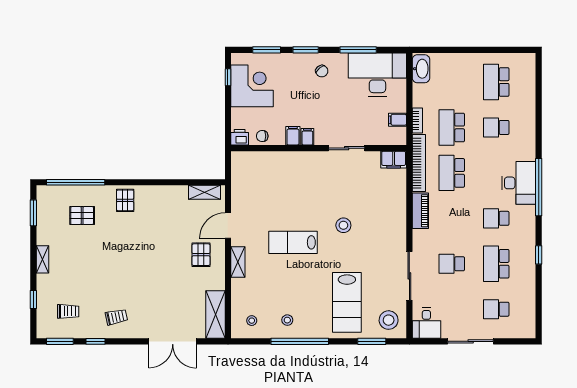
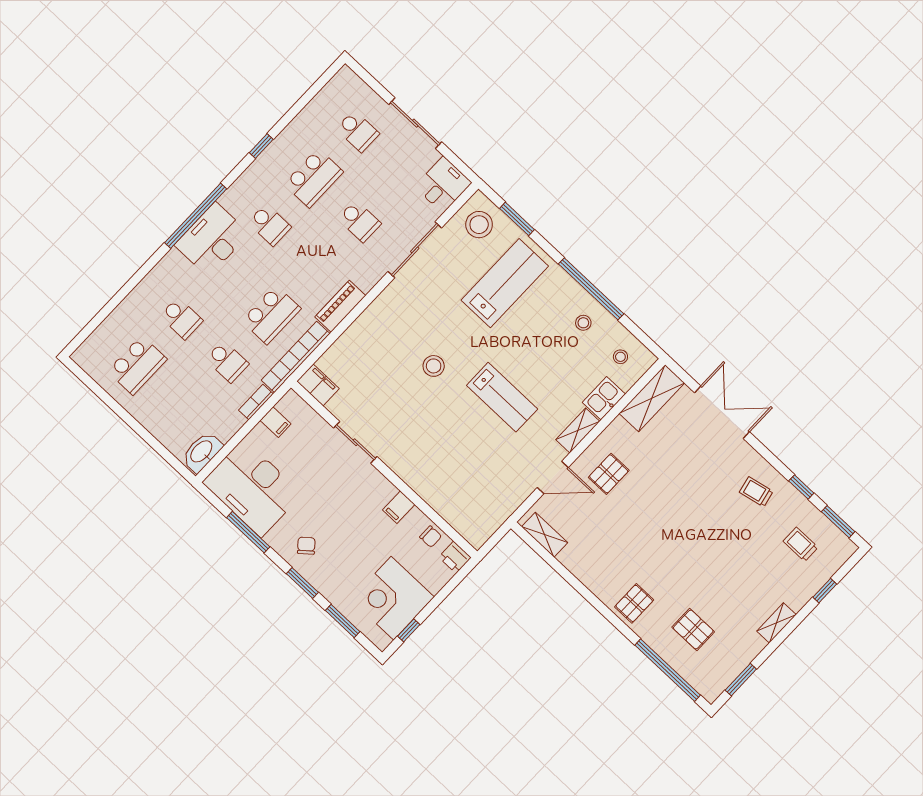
school desk: (452, 127) -> (227, 362), width x0.54
filing cabinet: (307, 137) -> (385, 492), removed
kitchen sink: (240, 291) -> (604, 398), added

